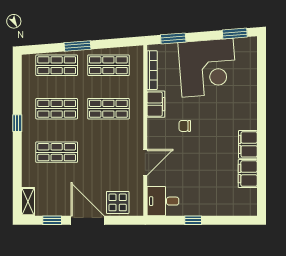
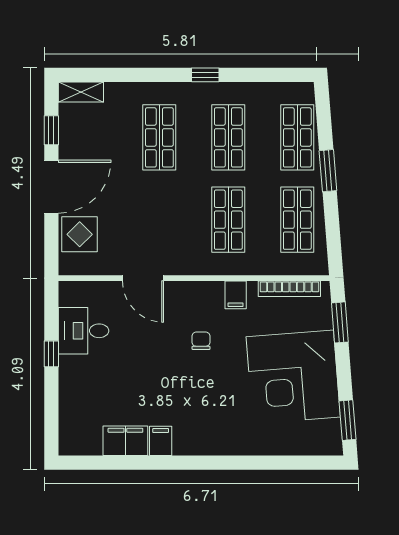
filing cabinet: (156, 104) -> (236, 295), width x0.50
filing cabinet: (248, 144) -> (161, 441), width x0.50
desk: (163, 201) -> (84, 331), moved, turned -90

